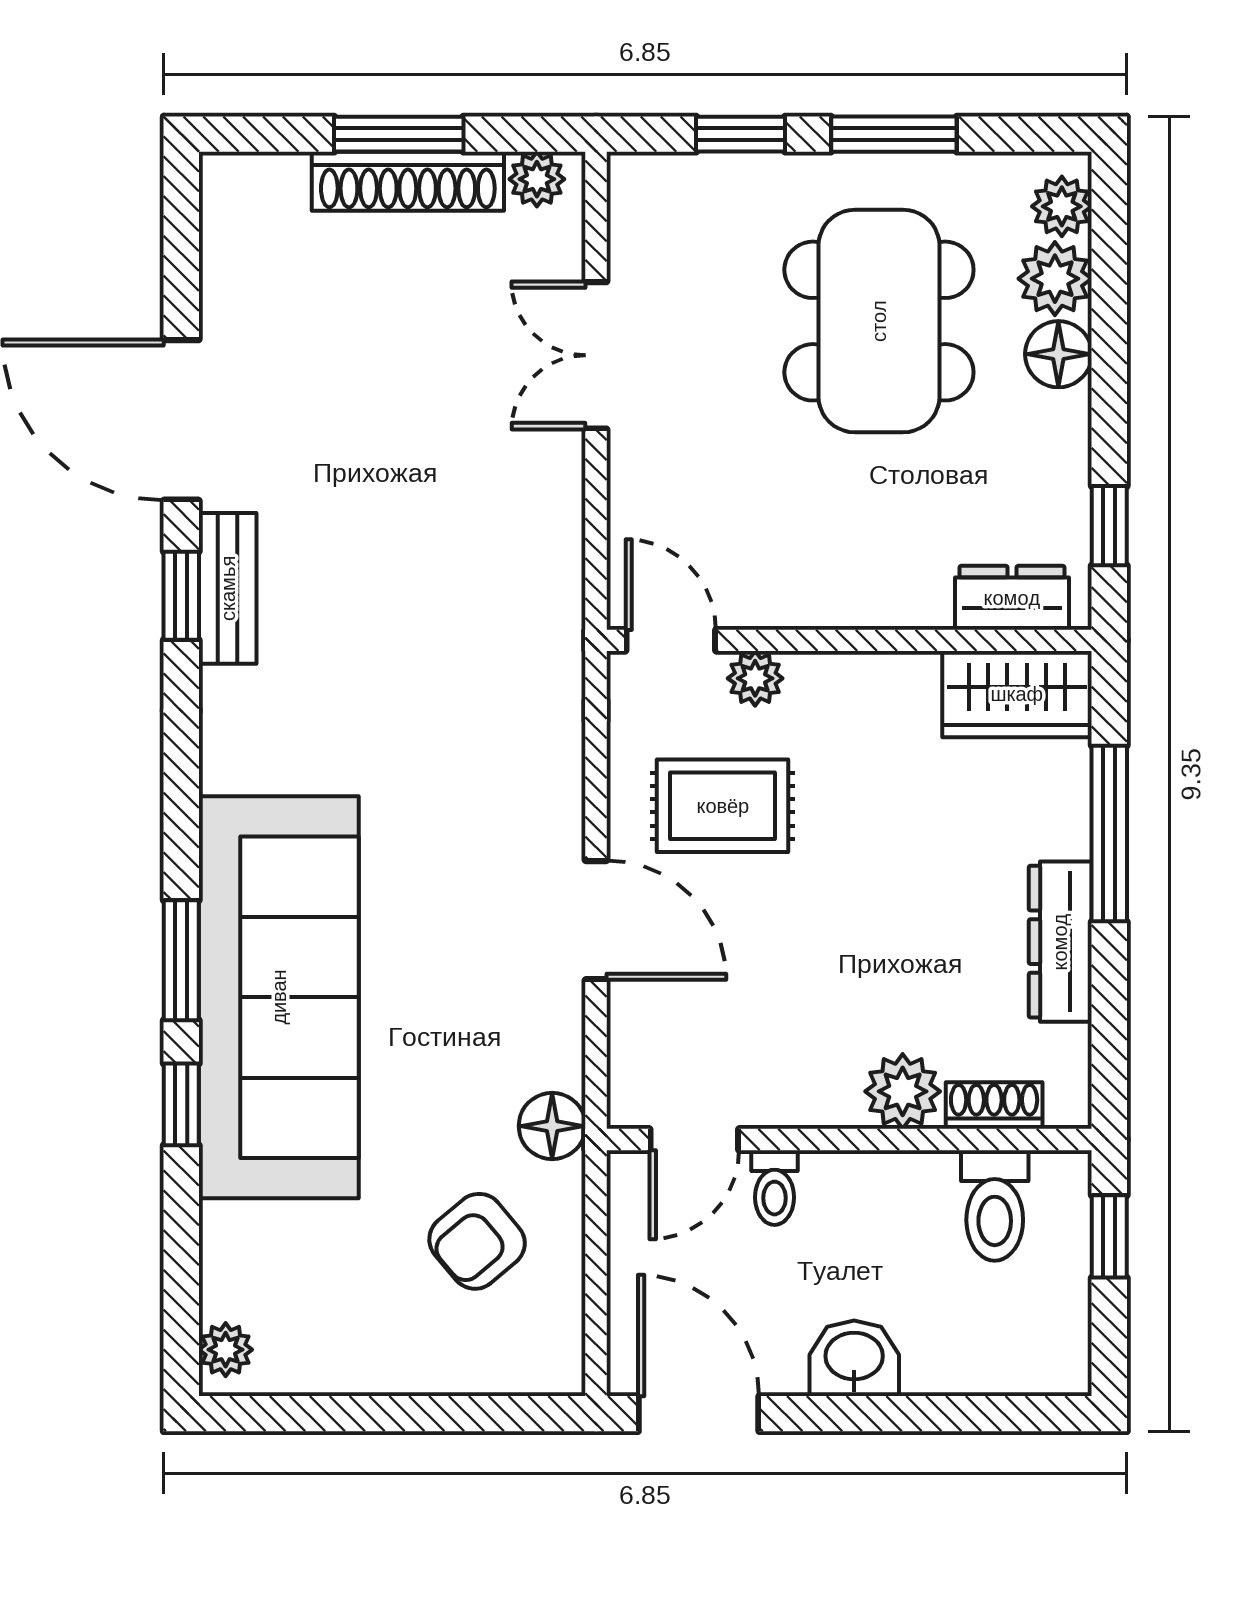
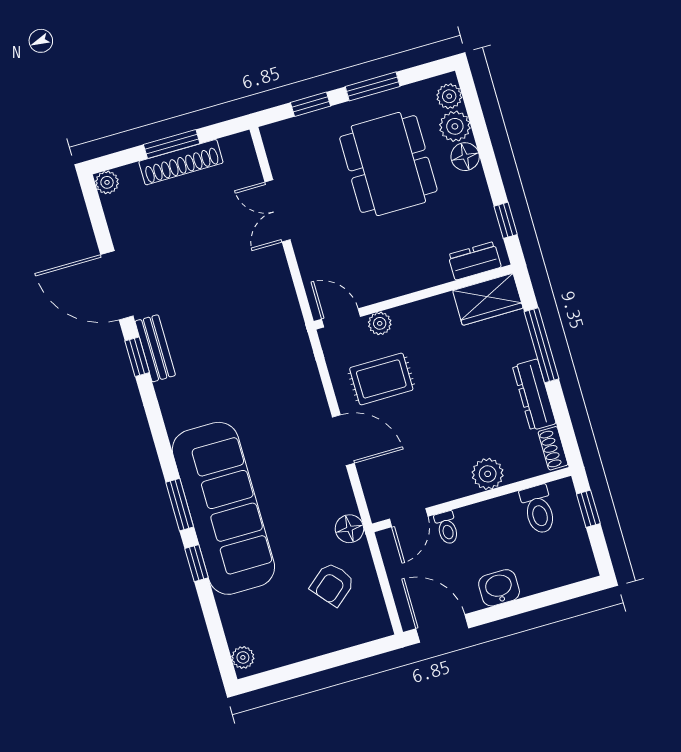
plant: (537, 179) -> (107, 182), moved
shoe rack: (994, 1105) -> (553, 448), moved, turned -90

